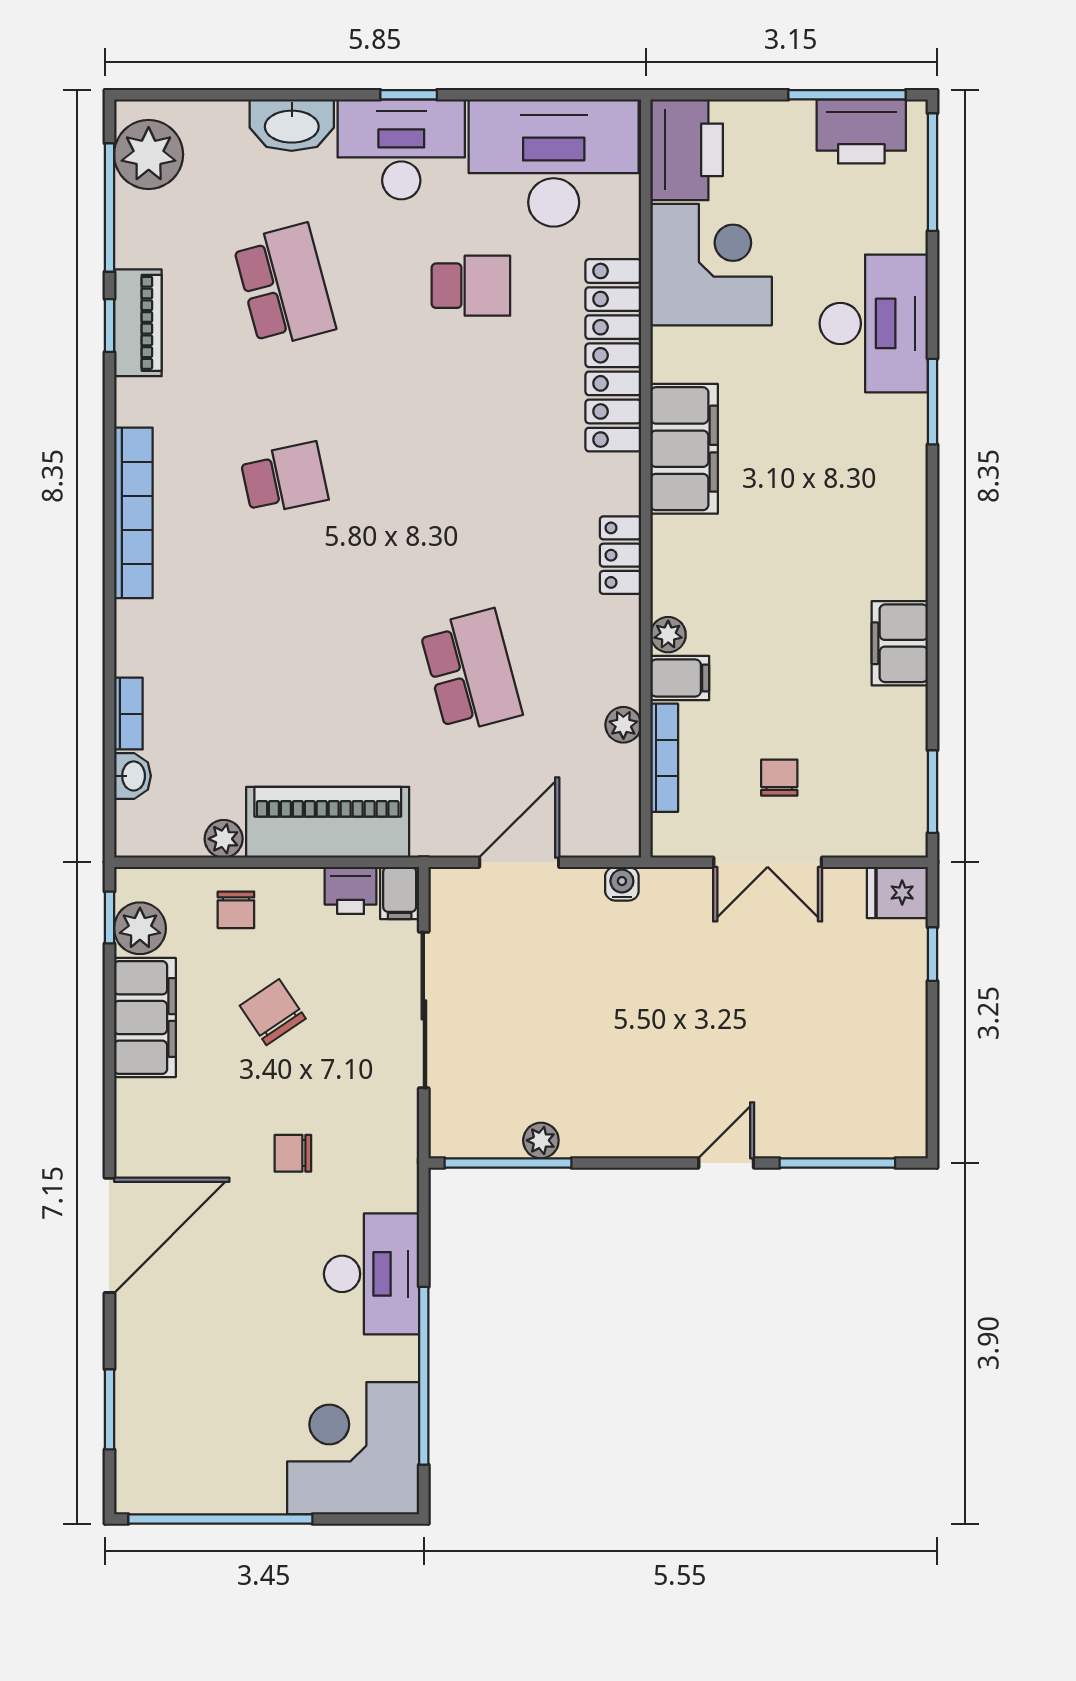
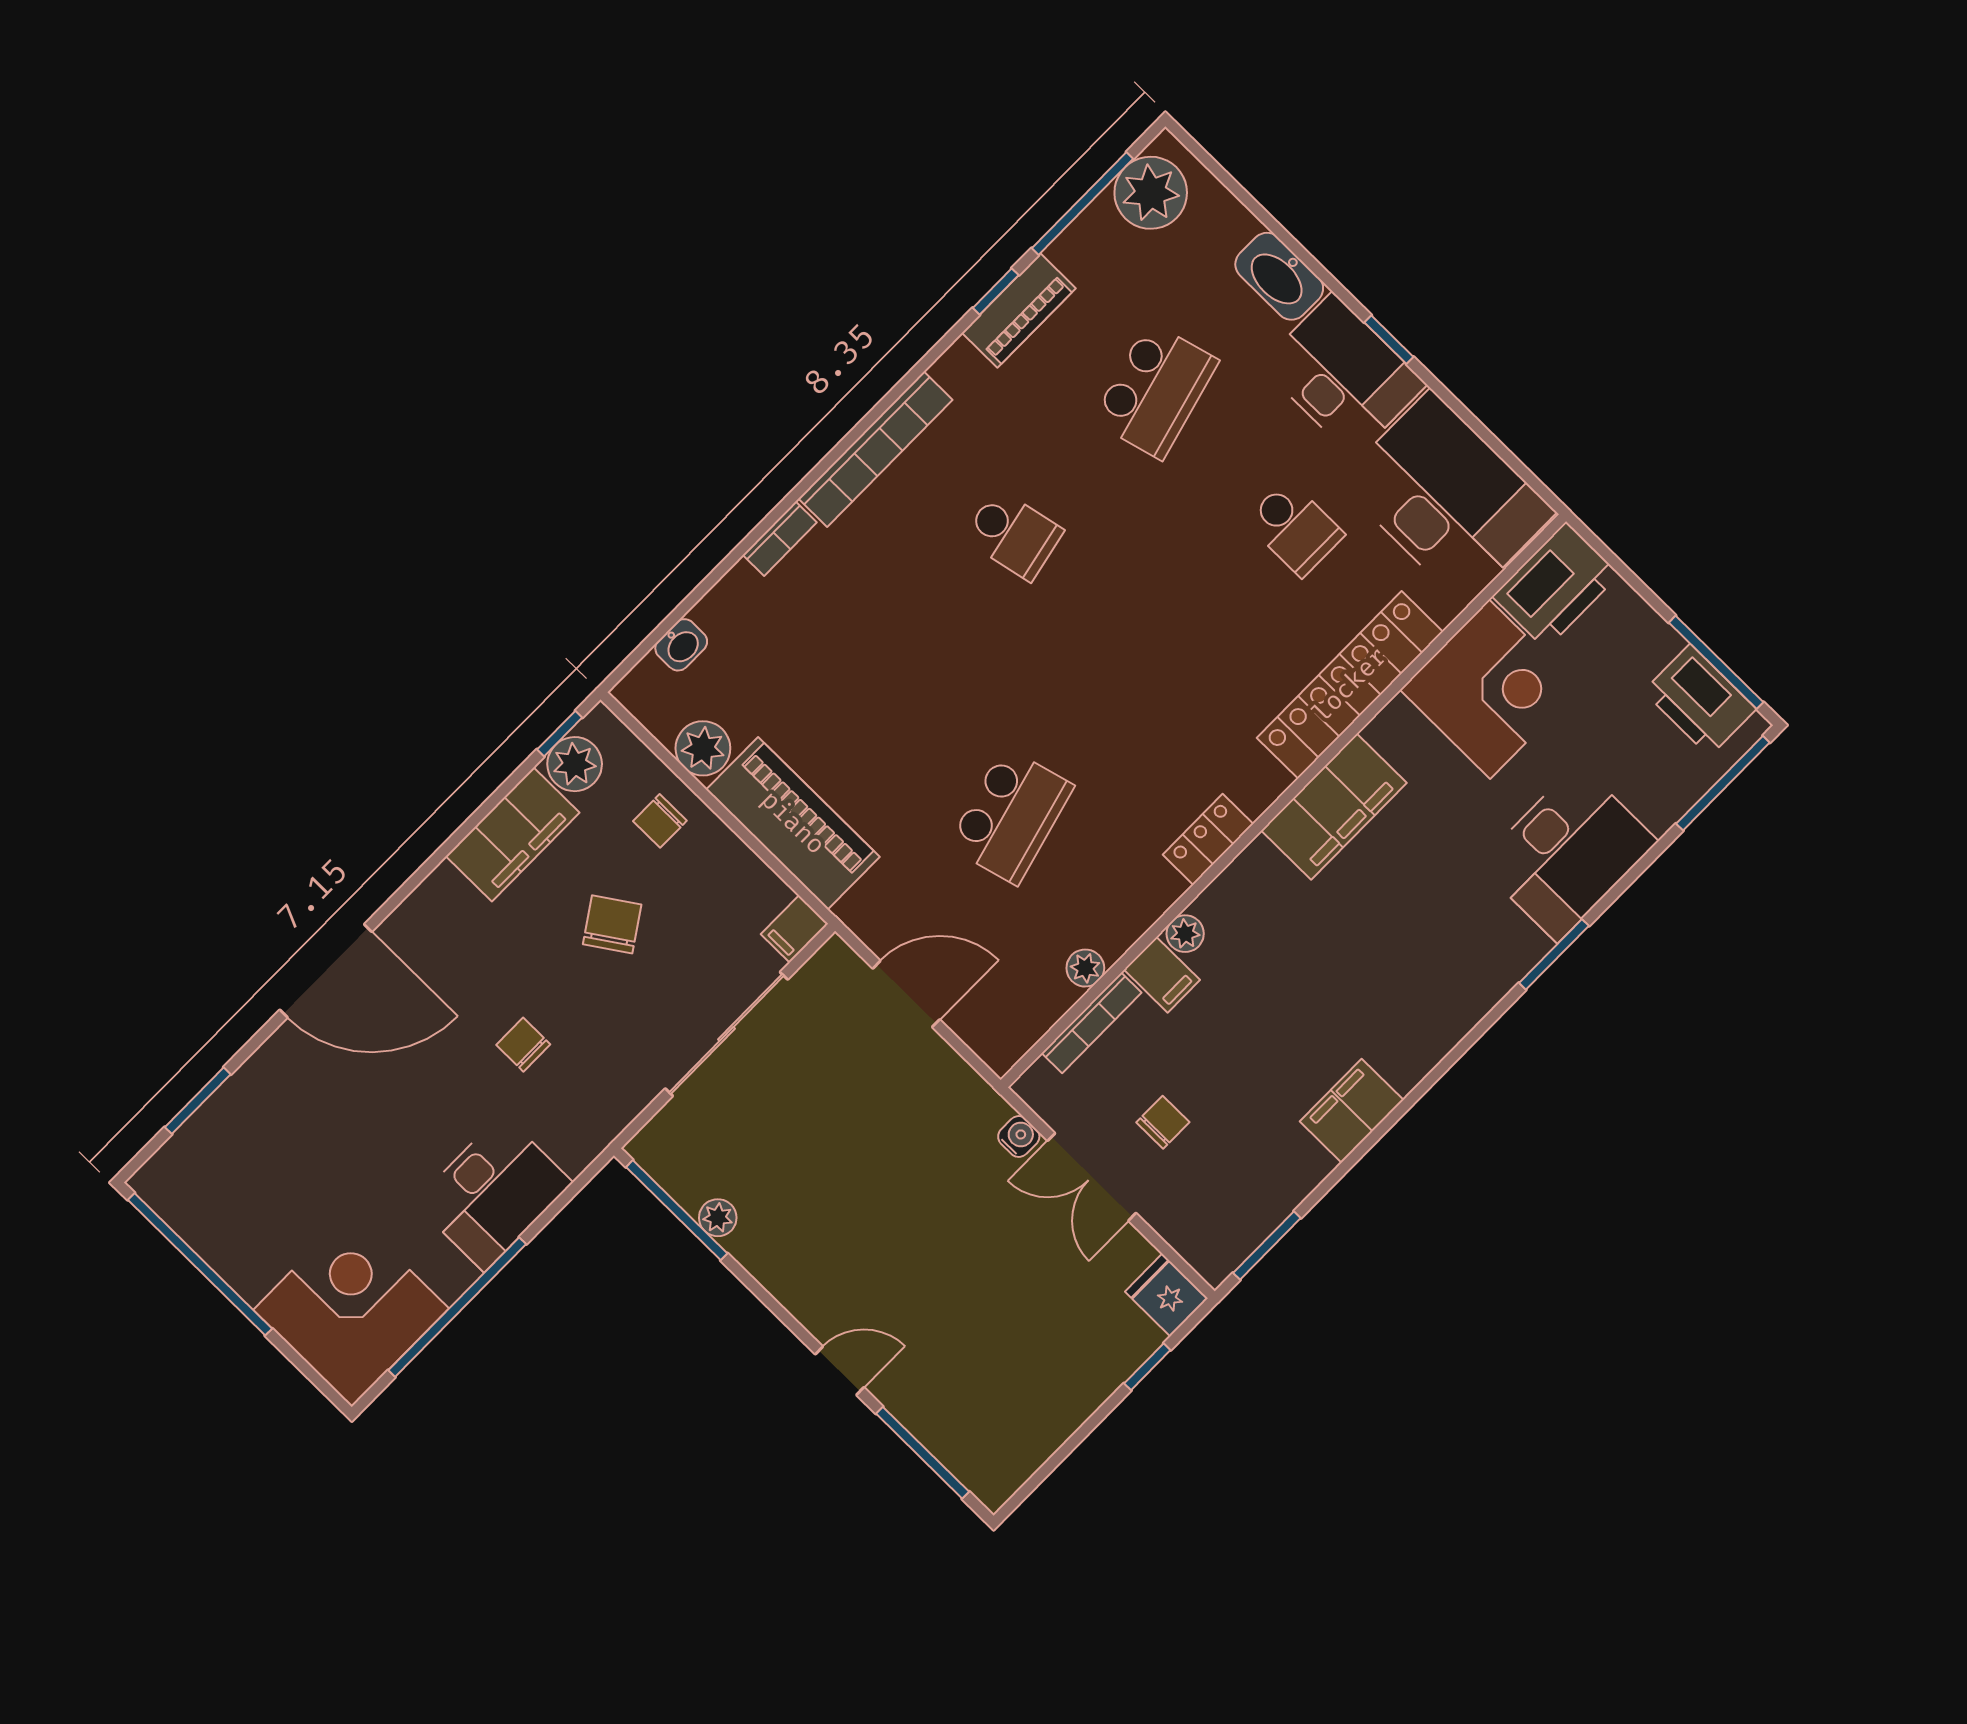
bookcase: (128, 714) -> (780, 539), moved
plant: (224, 839) -> (703, 748), width x1.38, depth x1.38
water cooler: (622, 884) -> (1019, 1136), moved
printer: (351, 890) -> (760, 891), removed

